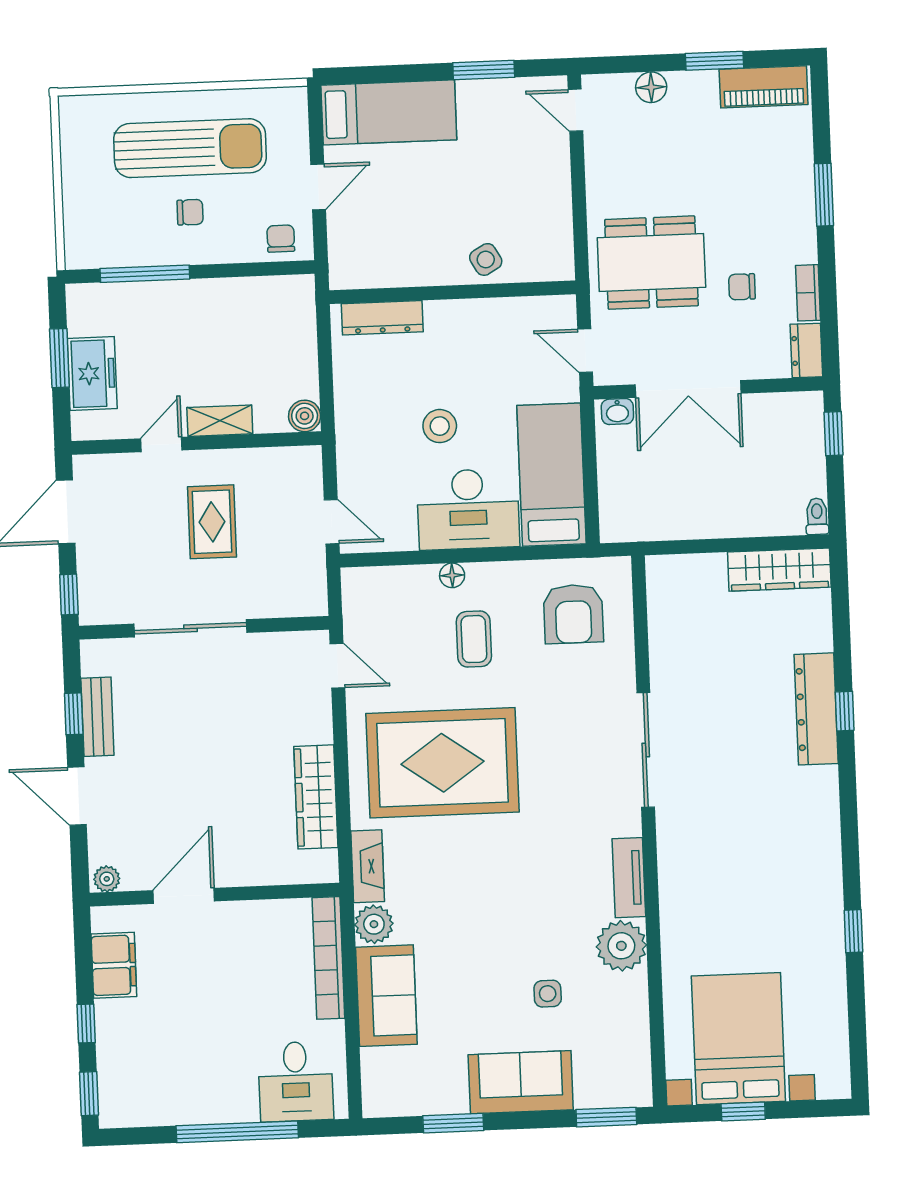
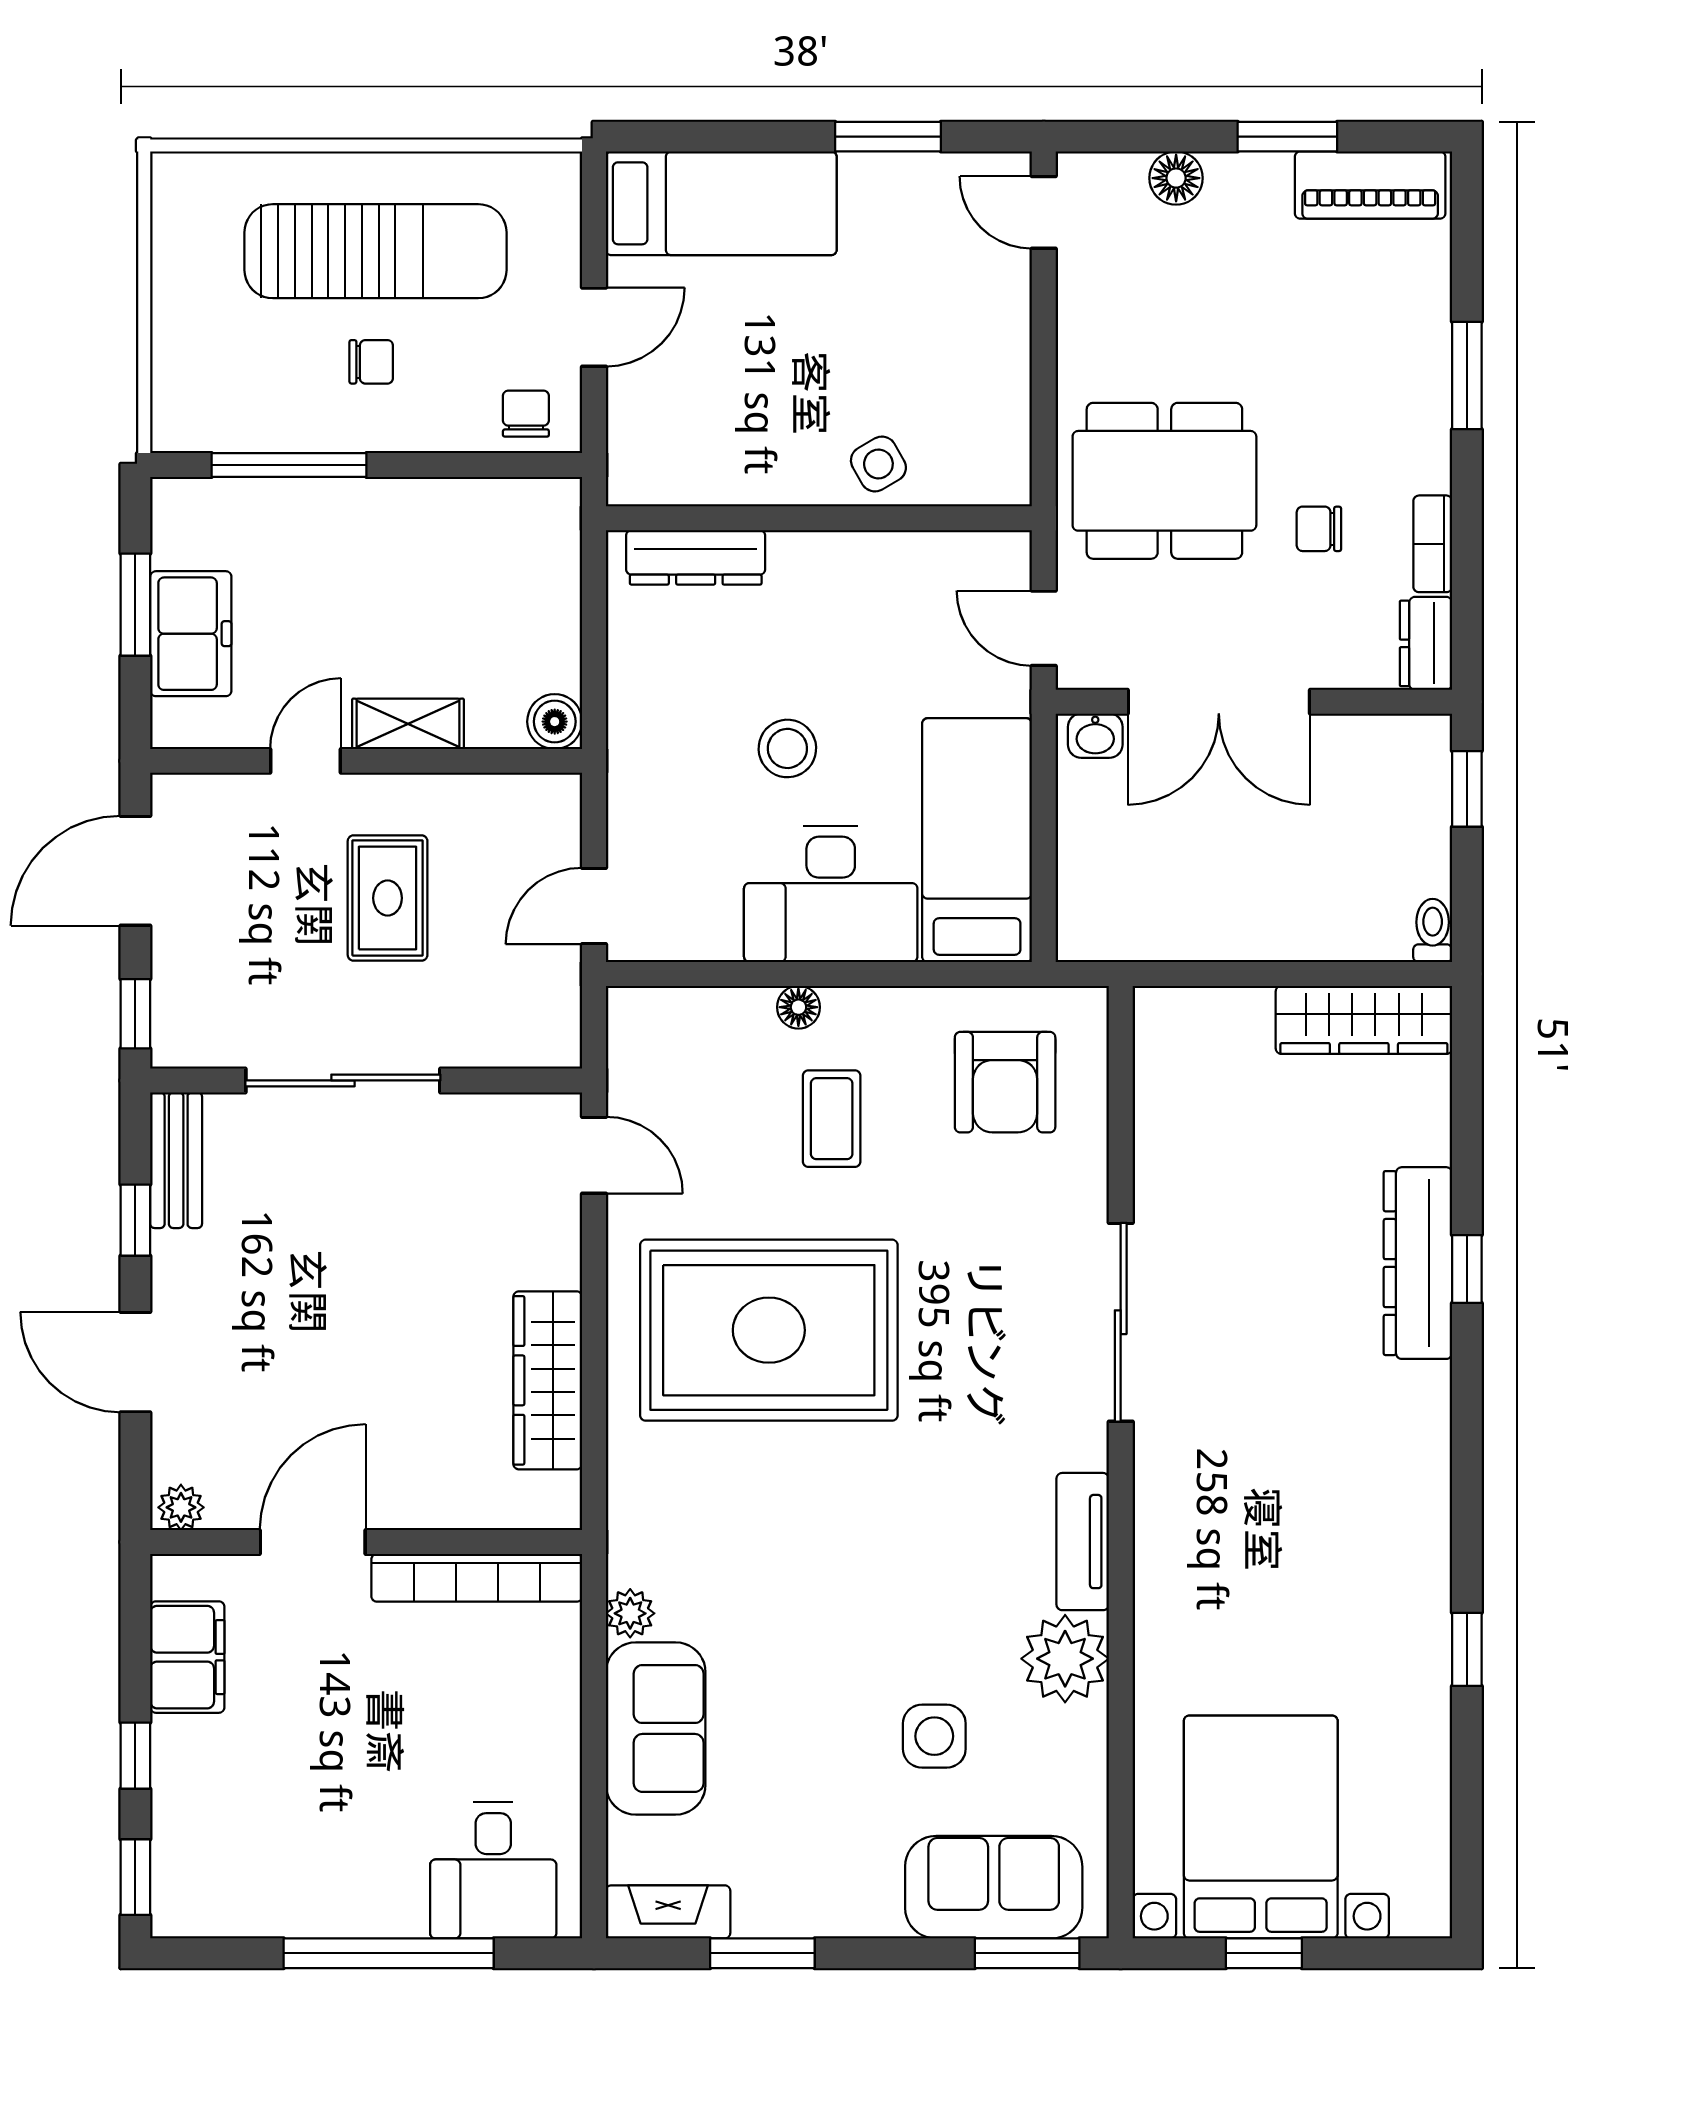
door: (332, 522) -> (594, 906), swing flipped
bench: (97, 717) -> (176, 1160), moved
fireplace: (368, 866) -> (668, 1912), moved, turned -90
plant: (374, 924) -> (630, 1613), width x0.73, depth x0.73
bookcase: (328, 958) -> (477, 1578), moved, turned -90
side table: (548, 994) -> (934, 1736), width x1.37, depth x1.37
sofa: (521, 1082) -> (994, 1887), moved

